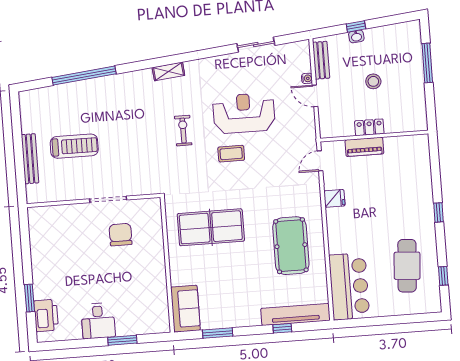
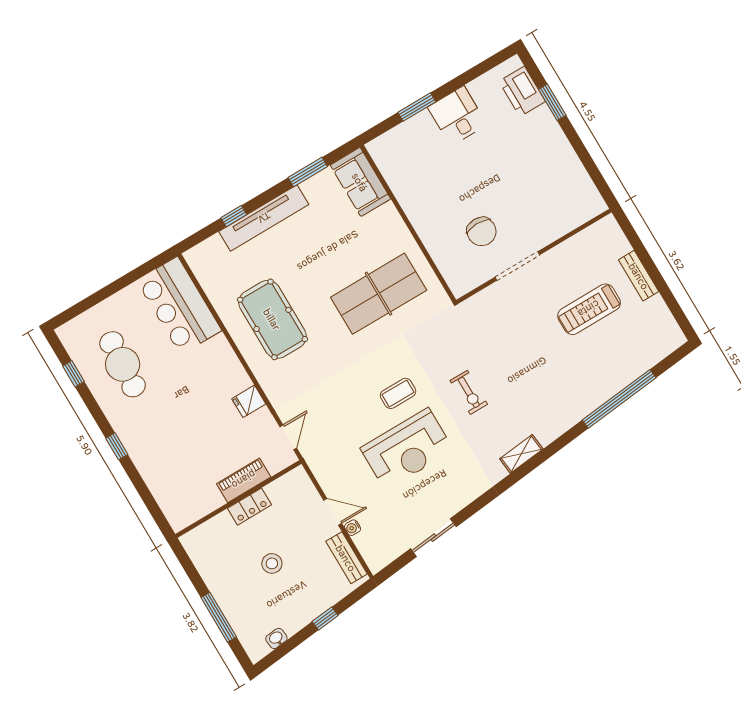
washbasin: (356, 36) -> (276, 638), moved
bench: (30, 159) -> (639, 276), width x0.73
tv unit: (296, 314) -> (264, 218), moved

